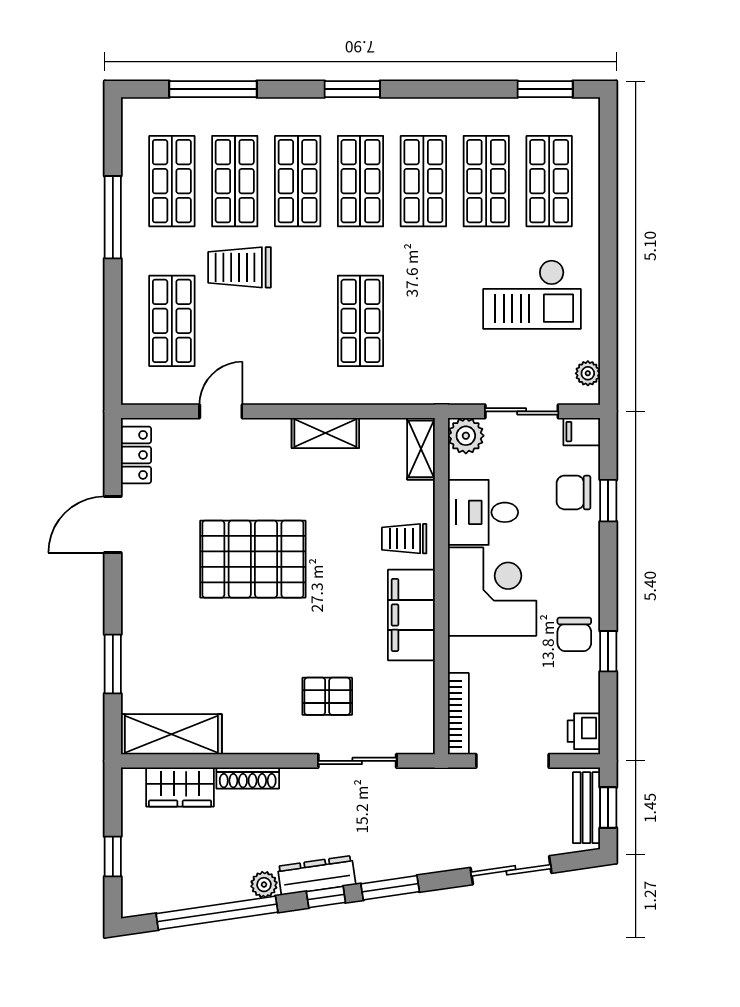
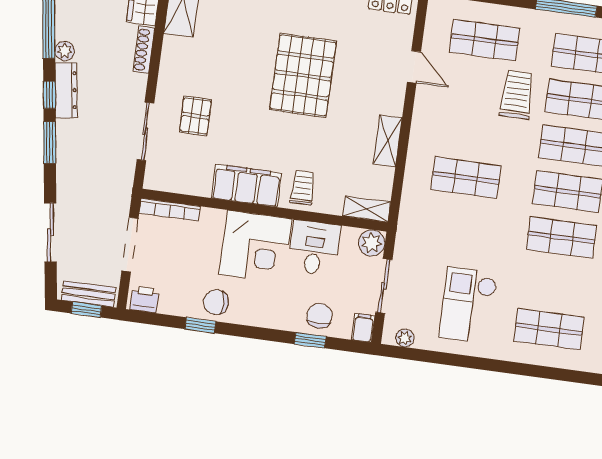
shop shelf: (486, 181) -> (555, 283), removed

